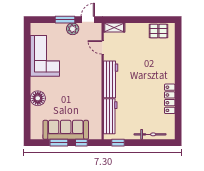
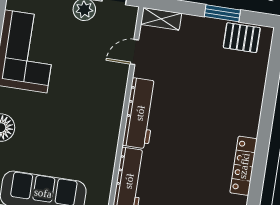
window: (146, 20) -> (222, 13), added
door: (103, 47) -> (134, 52), hinge flipped

